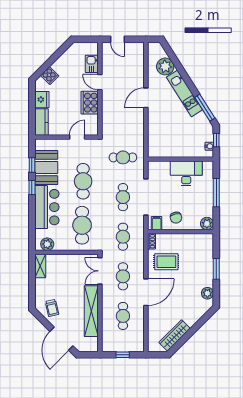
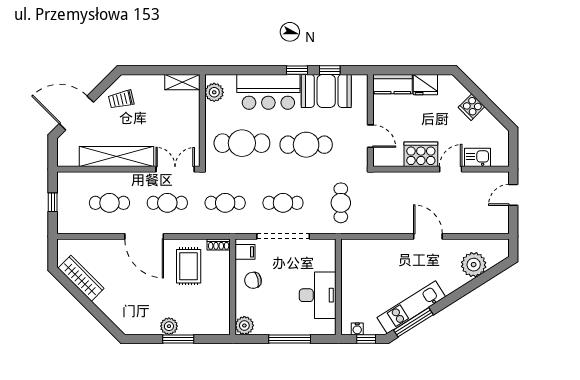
cooker: (50, 76) -> (471, 107), moved
kitchen unit: (184, 93) -> (411, 307), moved
plant: (207, 293) -> (169, 326), moved

